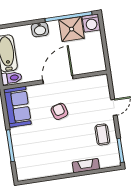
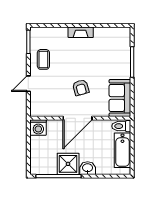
washing machine: (91, 23) -> (38, 127), moved, turned 180
shower: (72, 29) -> (68, 164), moved
fireplace: (86, 166) -> (81, 32), moved

